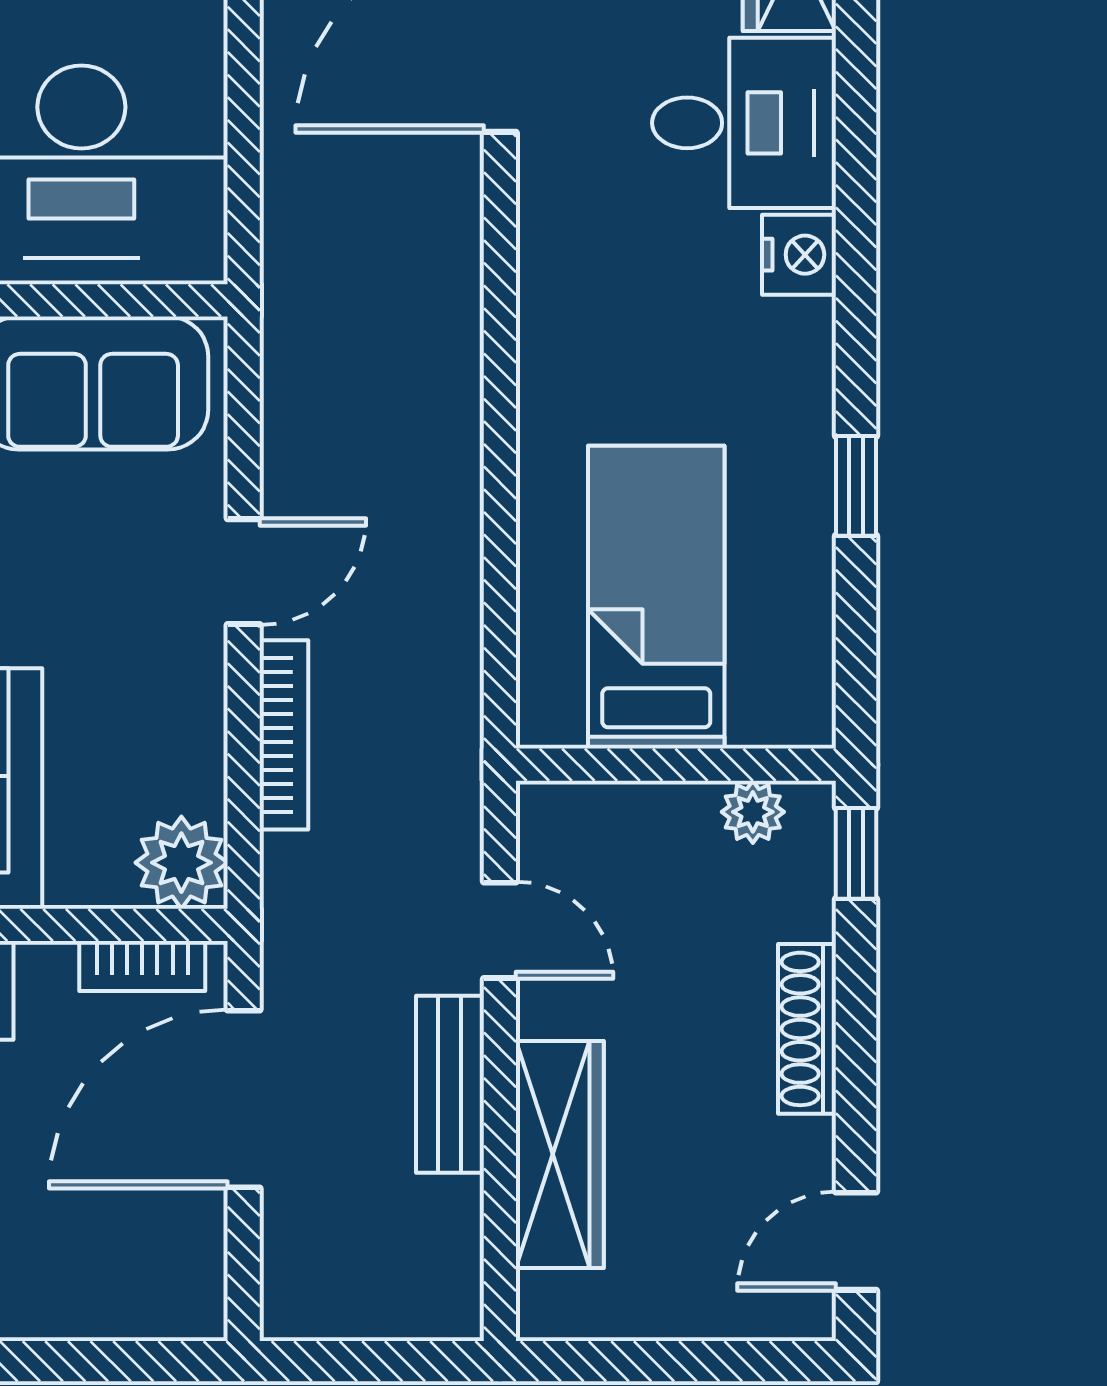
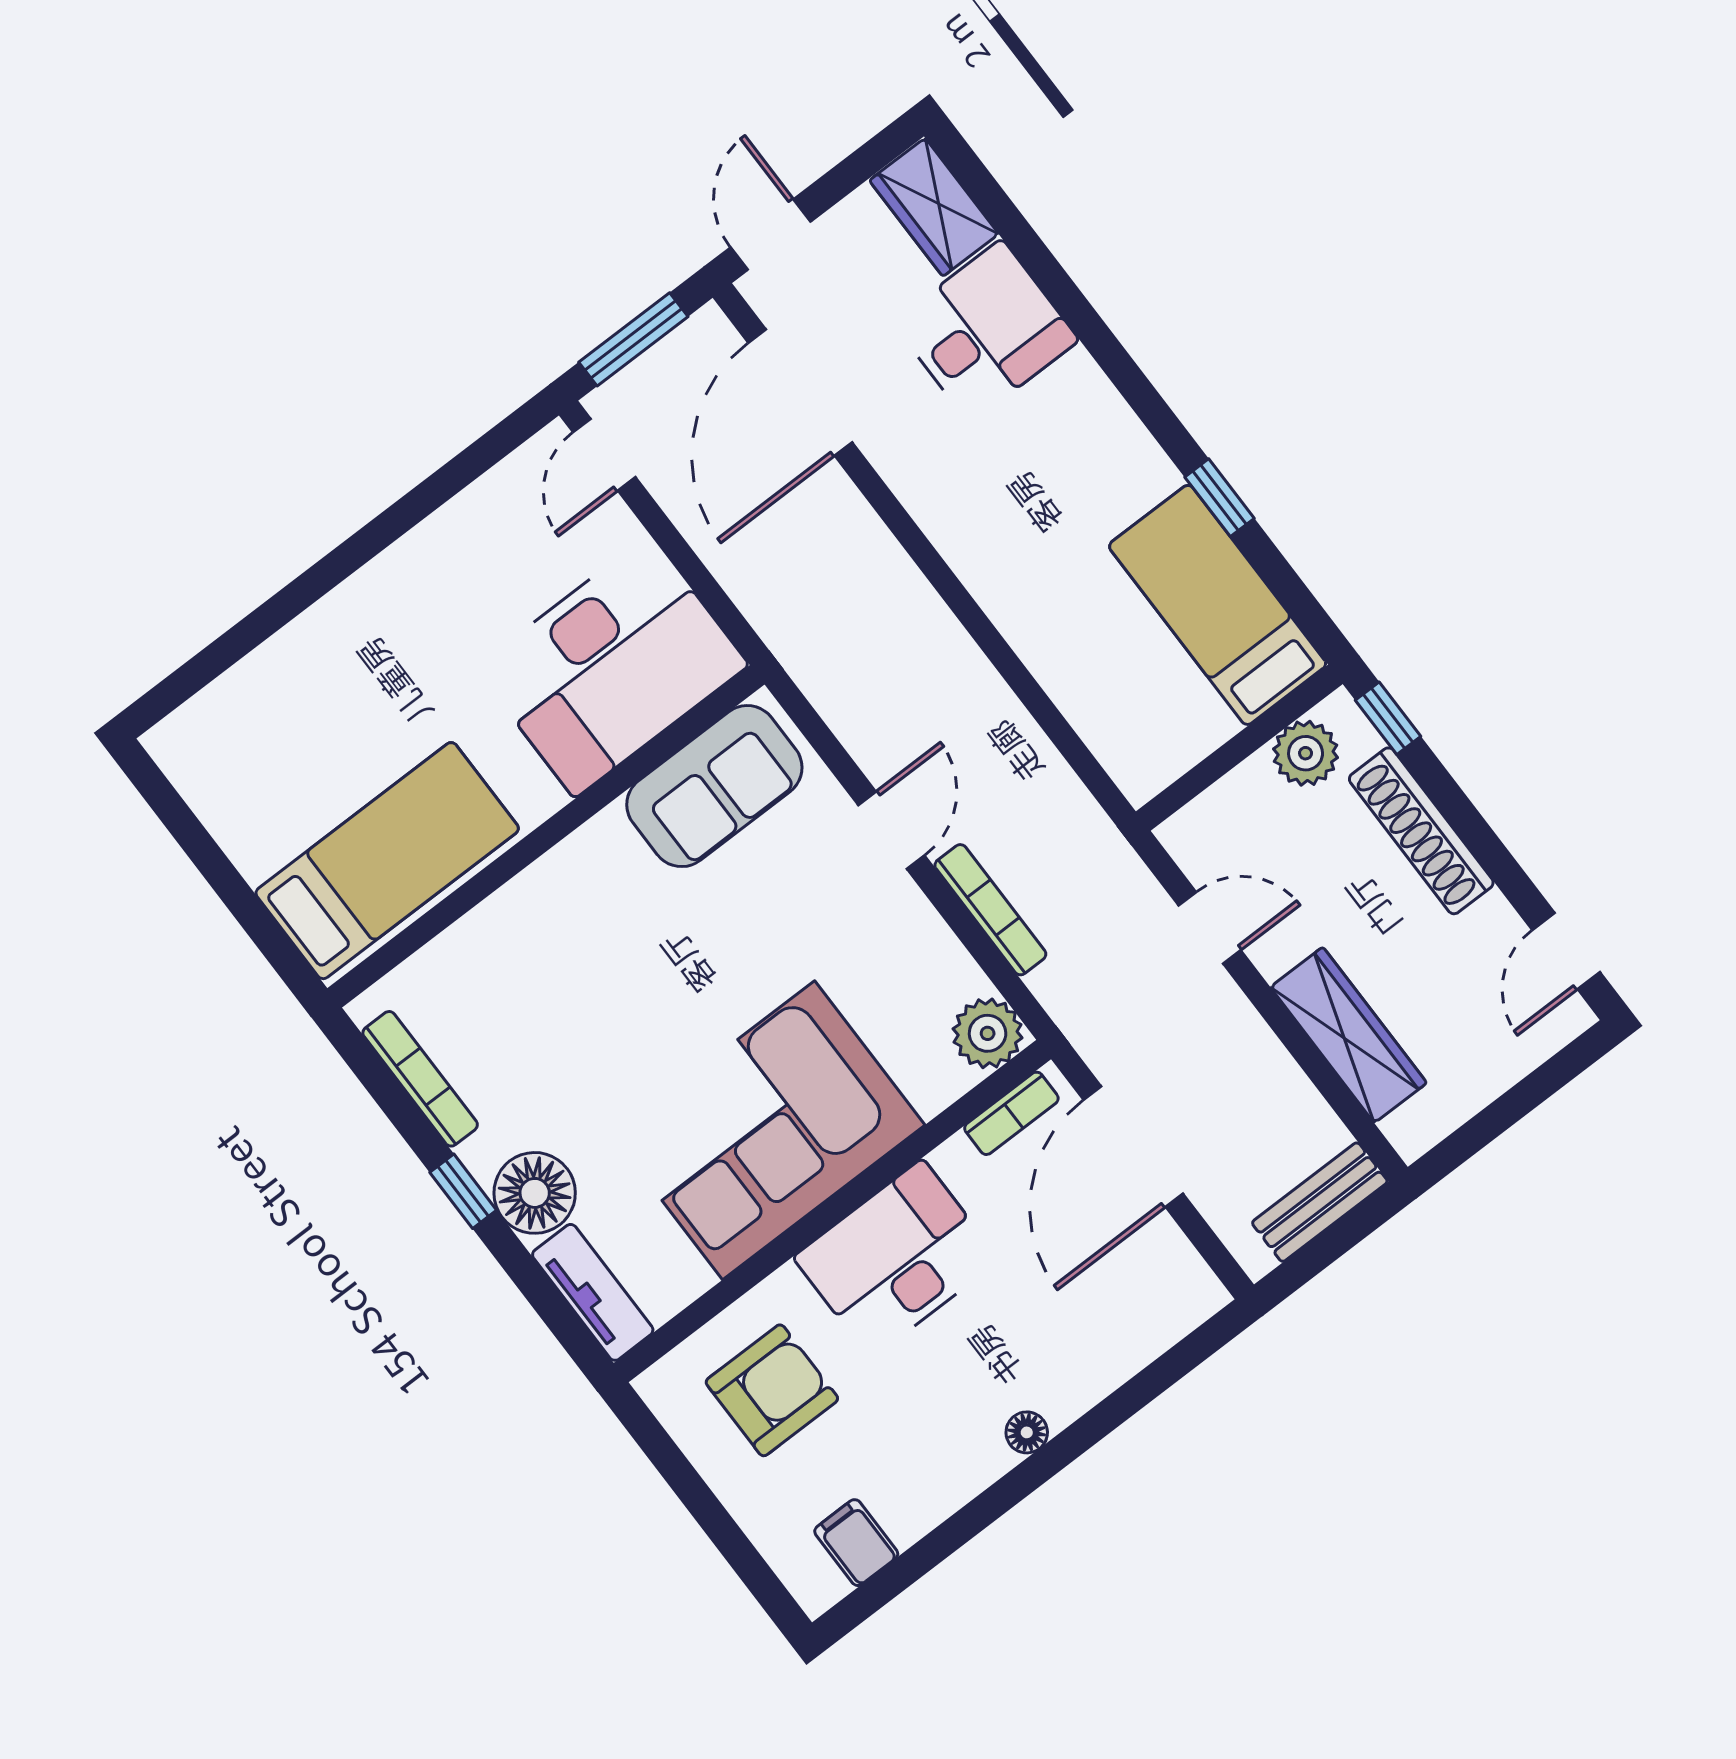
nightstand: (799, 255) -> (1079, 385), removed
bed: (656, 597) -> (1218, 605), moved
plant: (753, 812) -> (1306, 753), width x1.38, depth x1.38
shoe rack: (807, 1029) -> (1421, 831), width x1.36, depth x1.24
bench: (450, 1084) -> (1320, 1202), moved, turned 90

